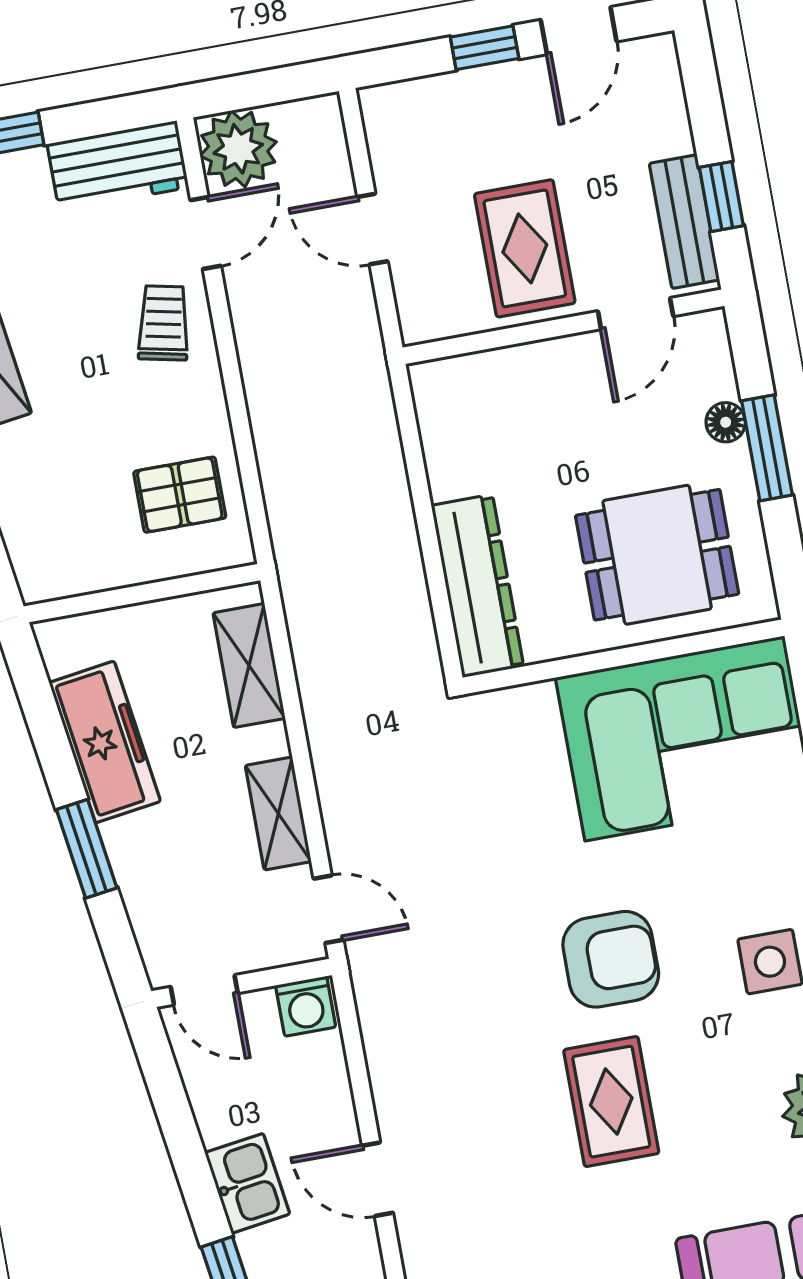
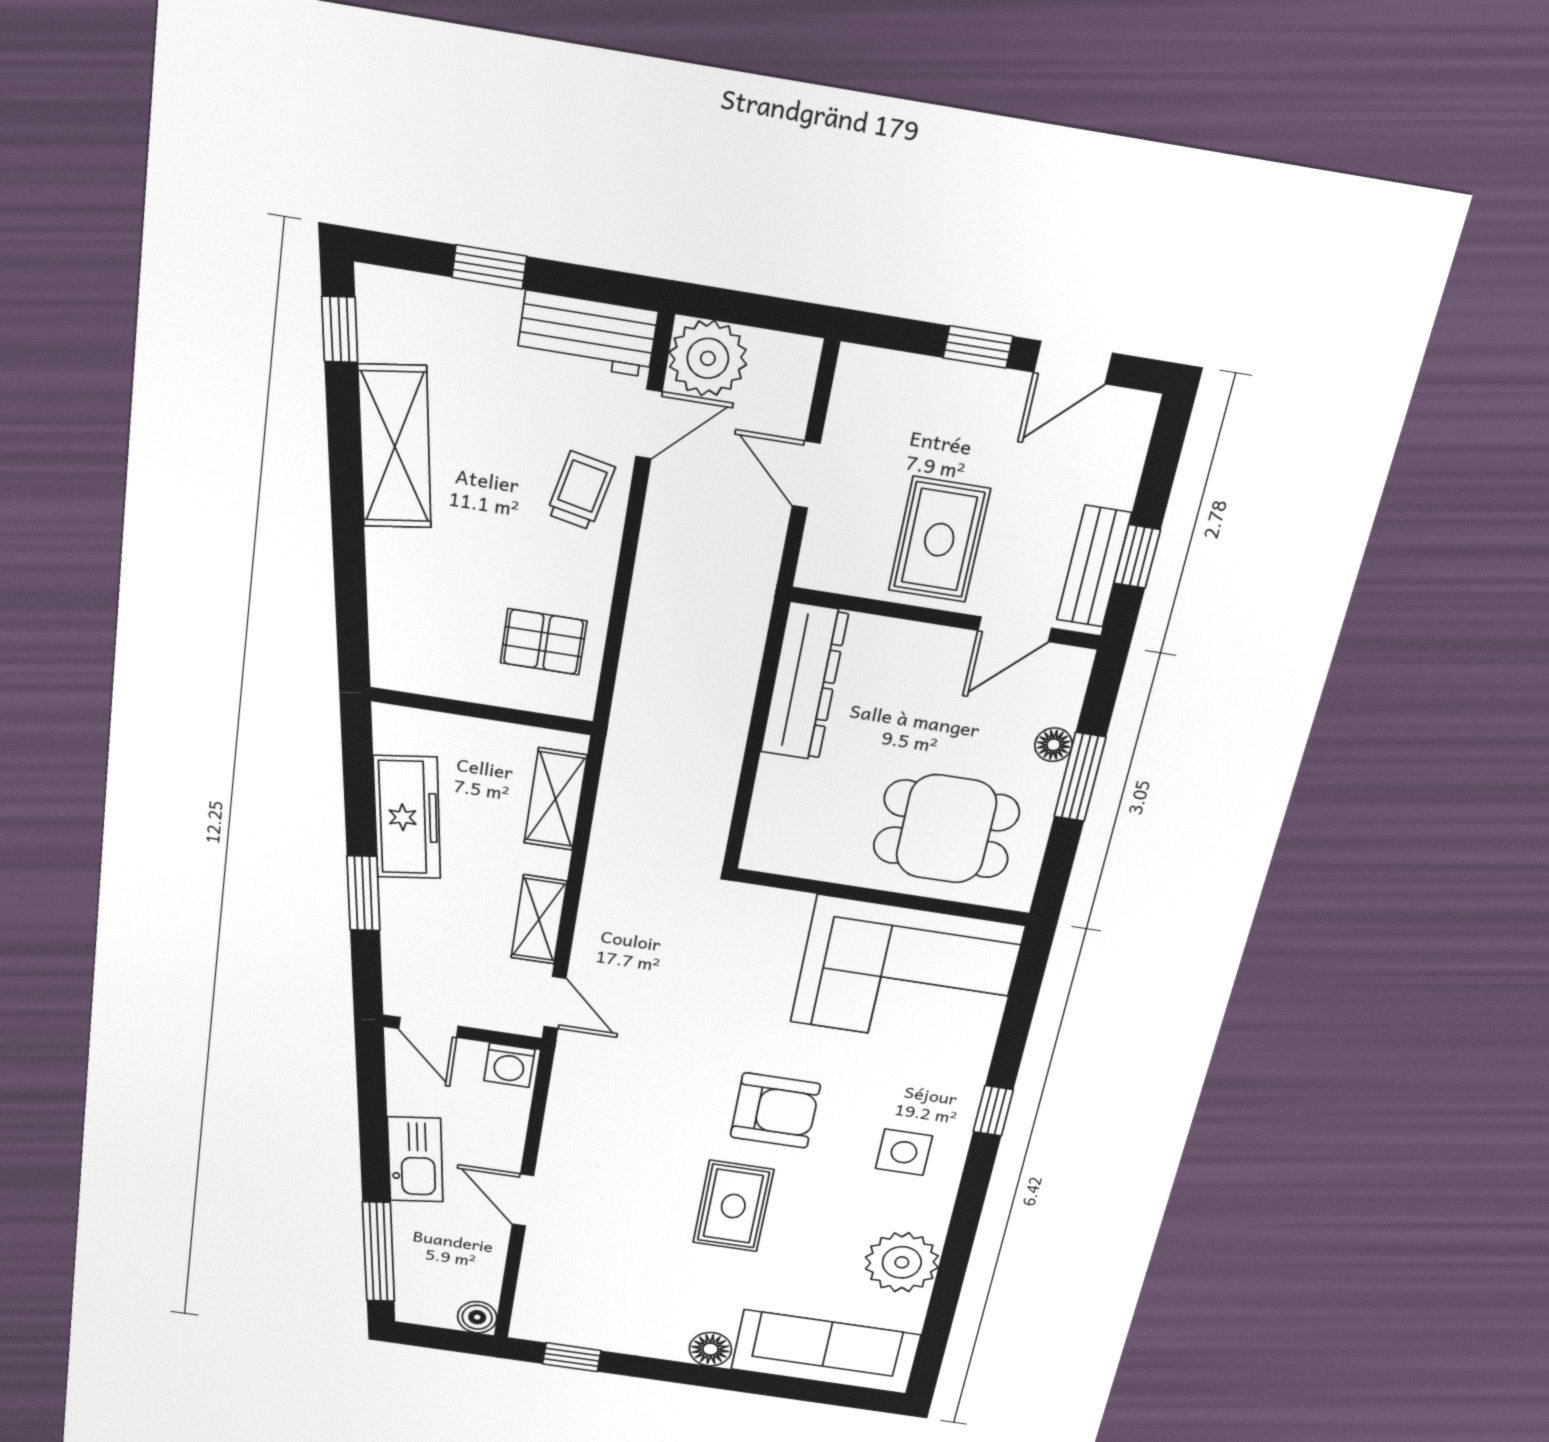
dresser: (477, 586) -> (804, 682), moved
kitchen sink: (247, 1183) -> (415, 1159), width x1.38

